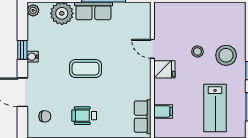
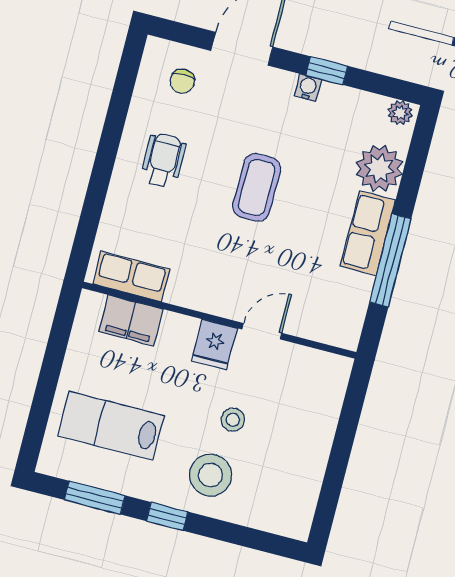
filing cabinet: (163, 111) -> (131, 320), width x2.00

